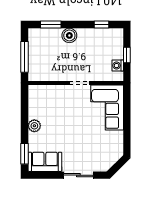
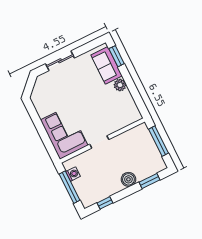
window: (127, 55) -> (70, 187), width x2.17
sofa: (45, 162) -> (107, 65), moved, turned 90

